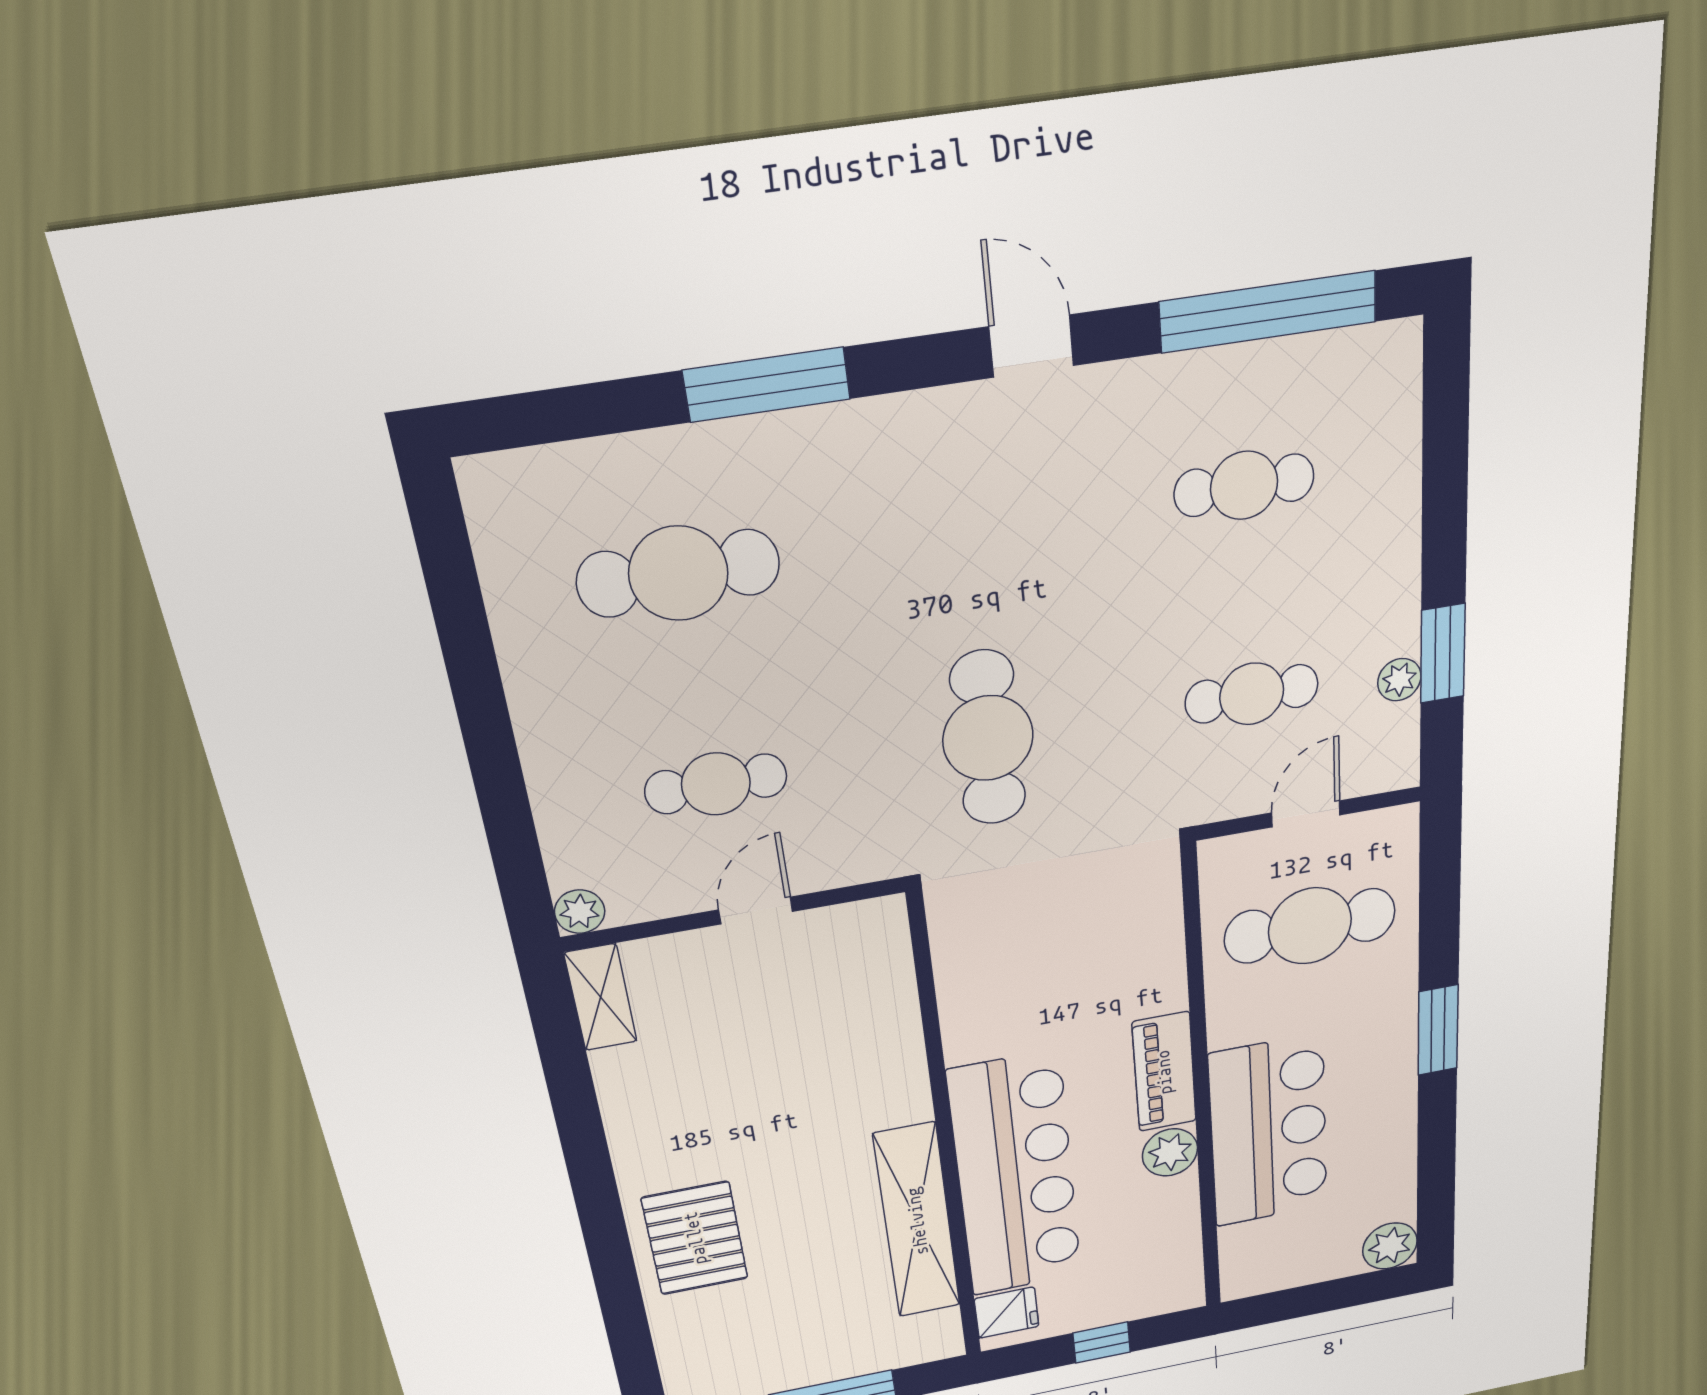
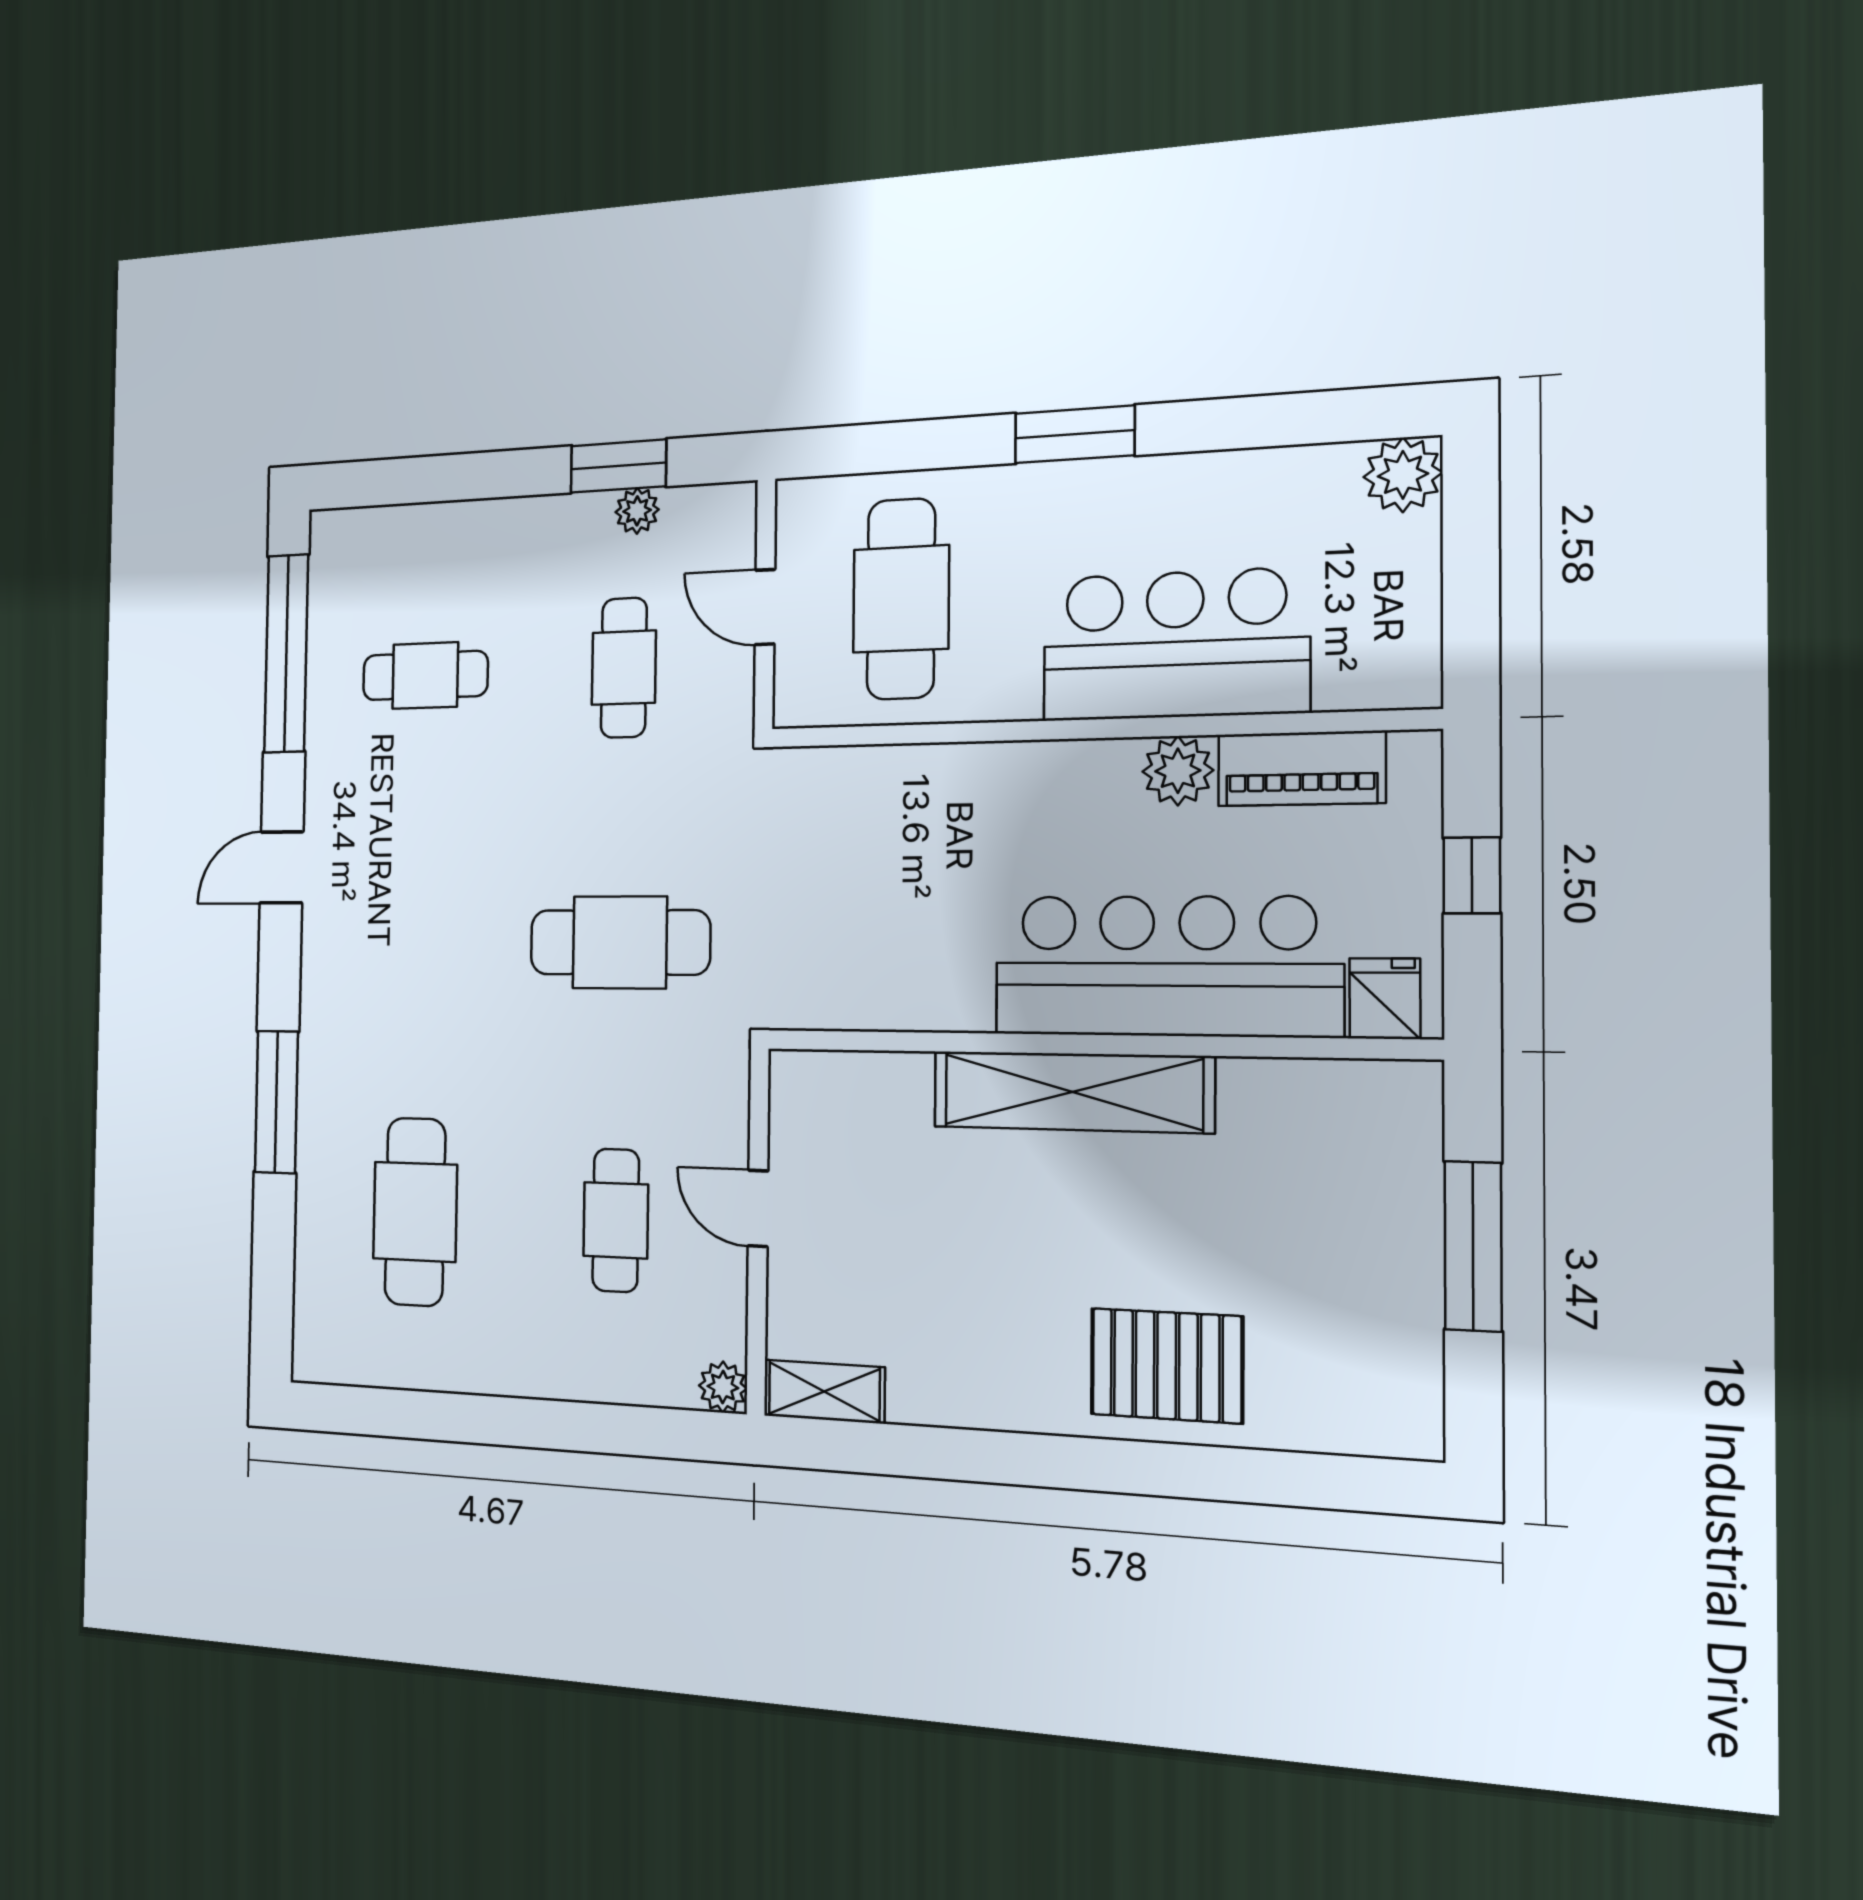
cafe table: (1244, 485) -> (425, 676), turned 90
piano: (1164, 1072) -> (1301, 769), moved
shelving: (917, 1221) -> (1072, 1092), moved

